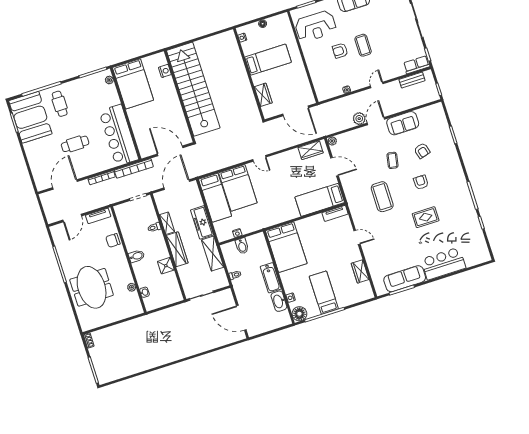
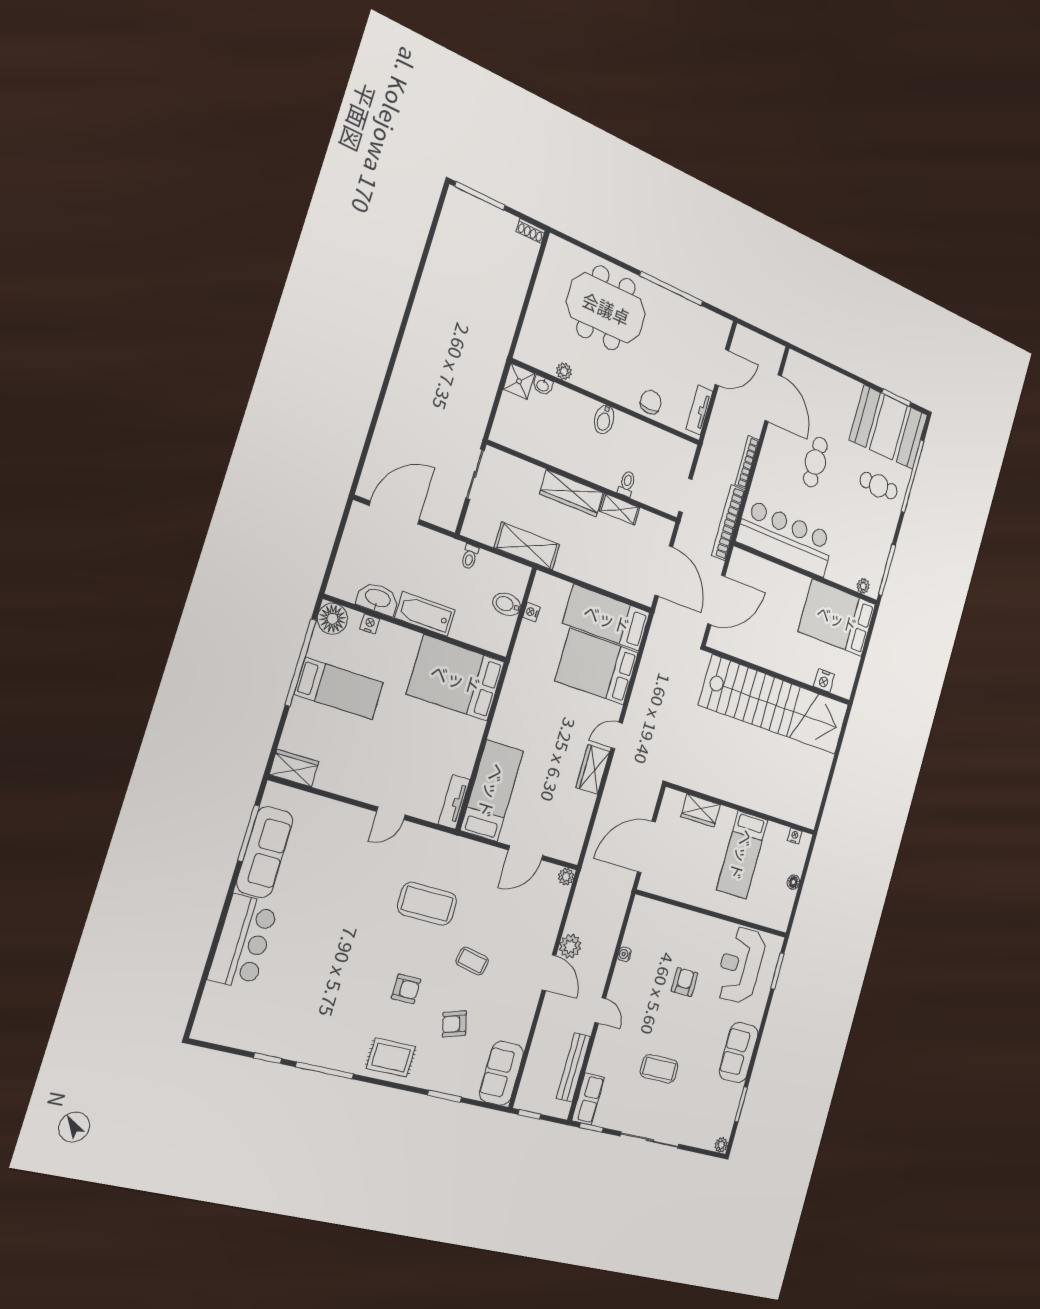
coffee table: (363, 45) -> (659, 1069), moved
bench: (412, 80) -> (573, 1067), width x1.36
sofa: (403, 123) -> (501, 1073), moved
wardrobe: (311, 150) -> (593, 769), moved
rug: (426, 217) -> (391, 1057), moved, turned 90
door: (72, 218) -> (722, 368), swing flipped
freezer: (202, 222) -> (584, 567), removed
shower: (166, 266) -> (519, 381), moved
wardrobe: (360, 271) -> (294, 768), moved

